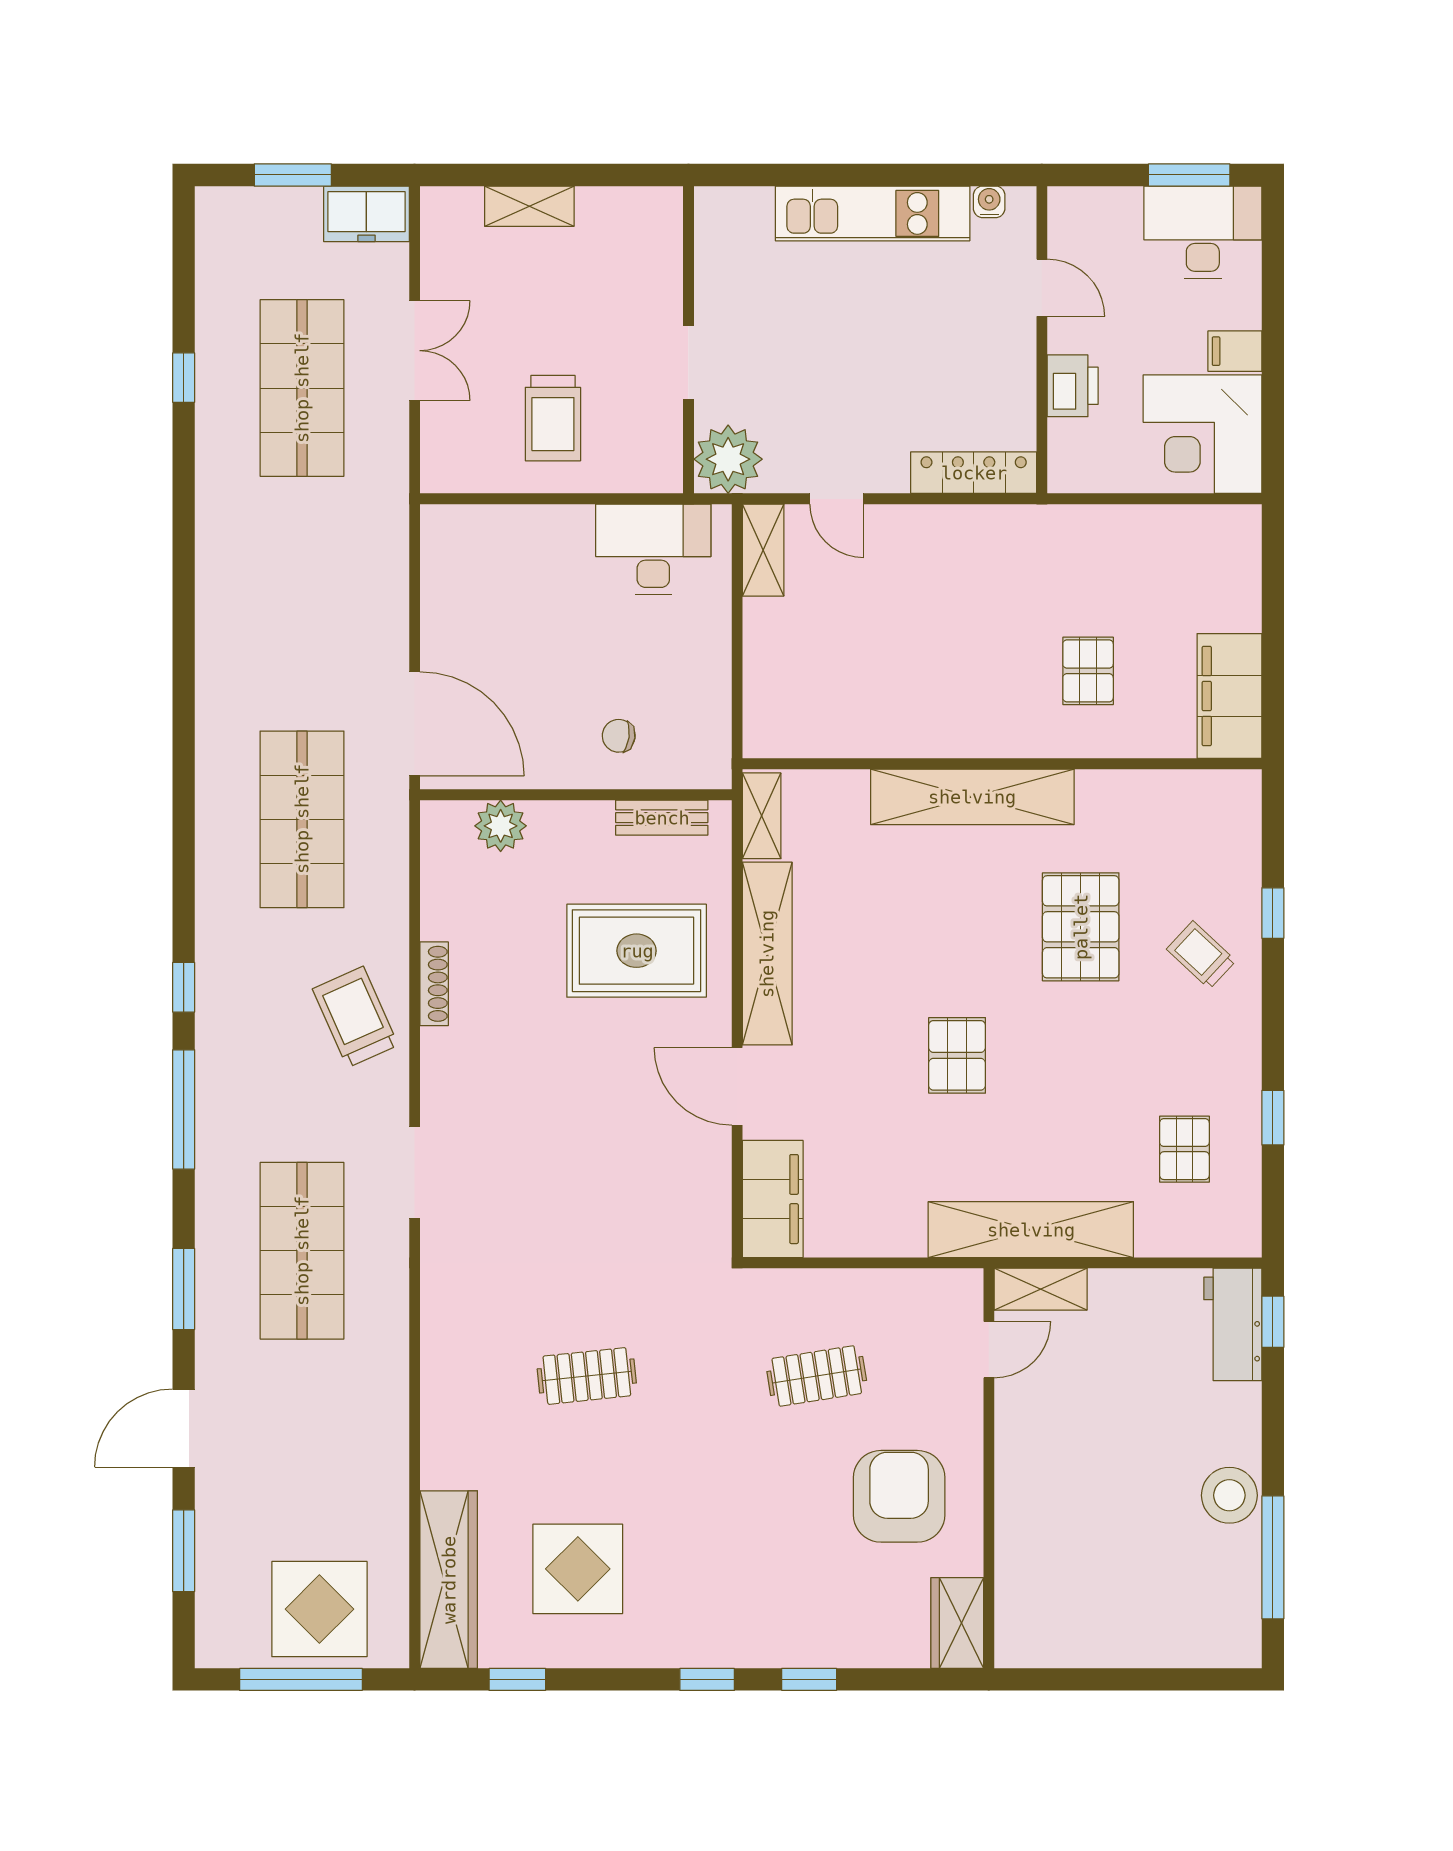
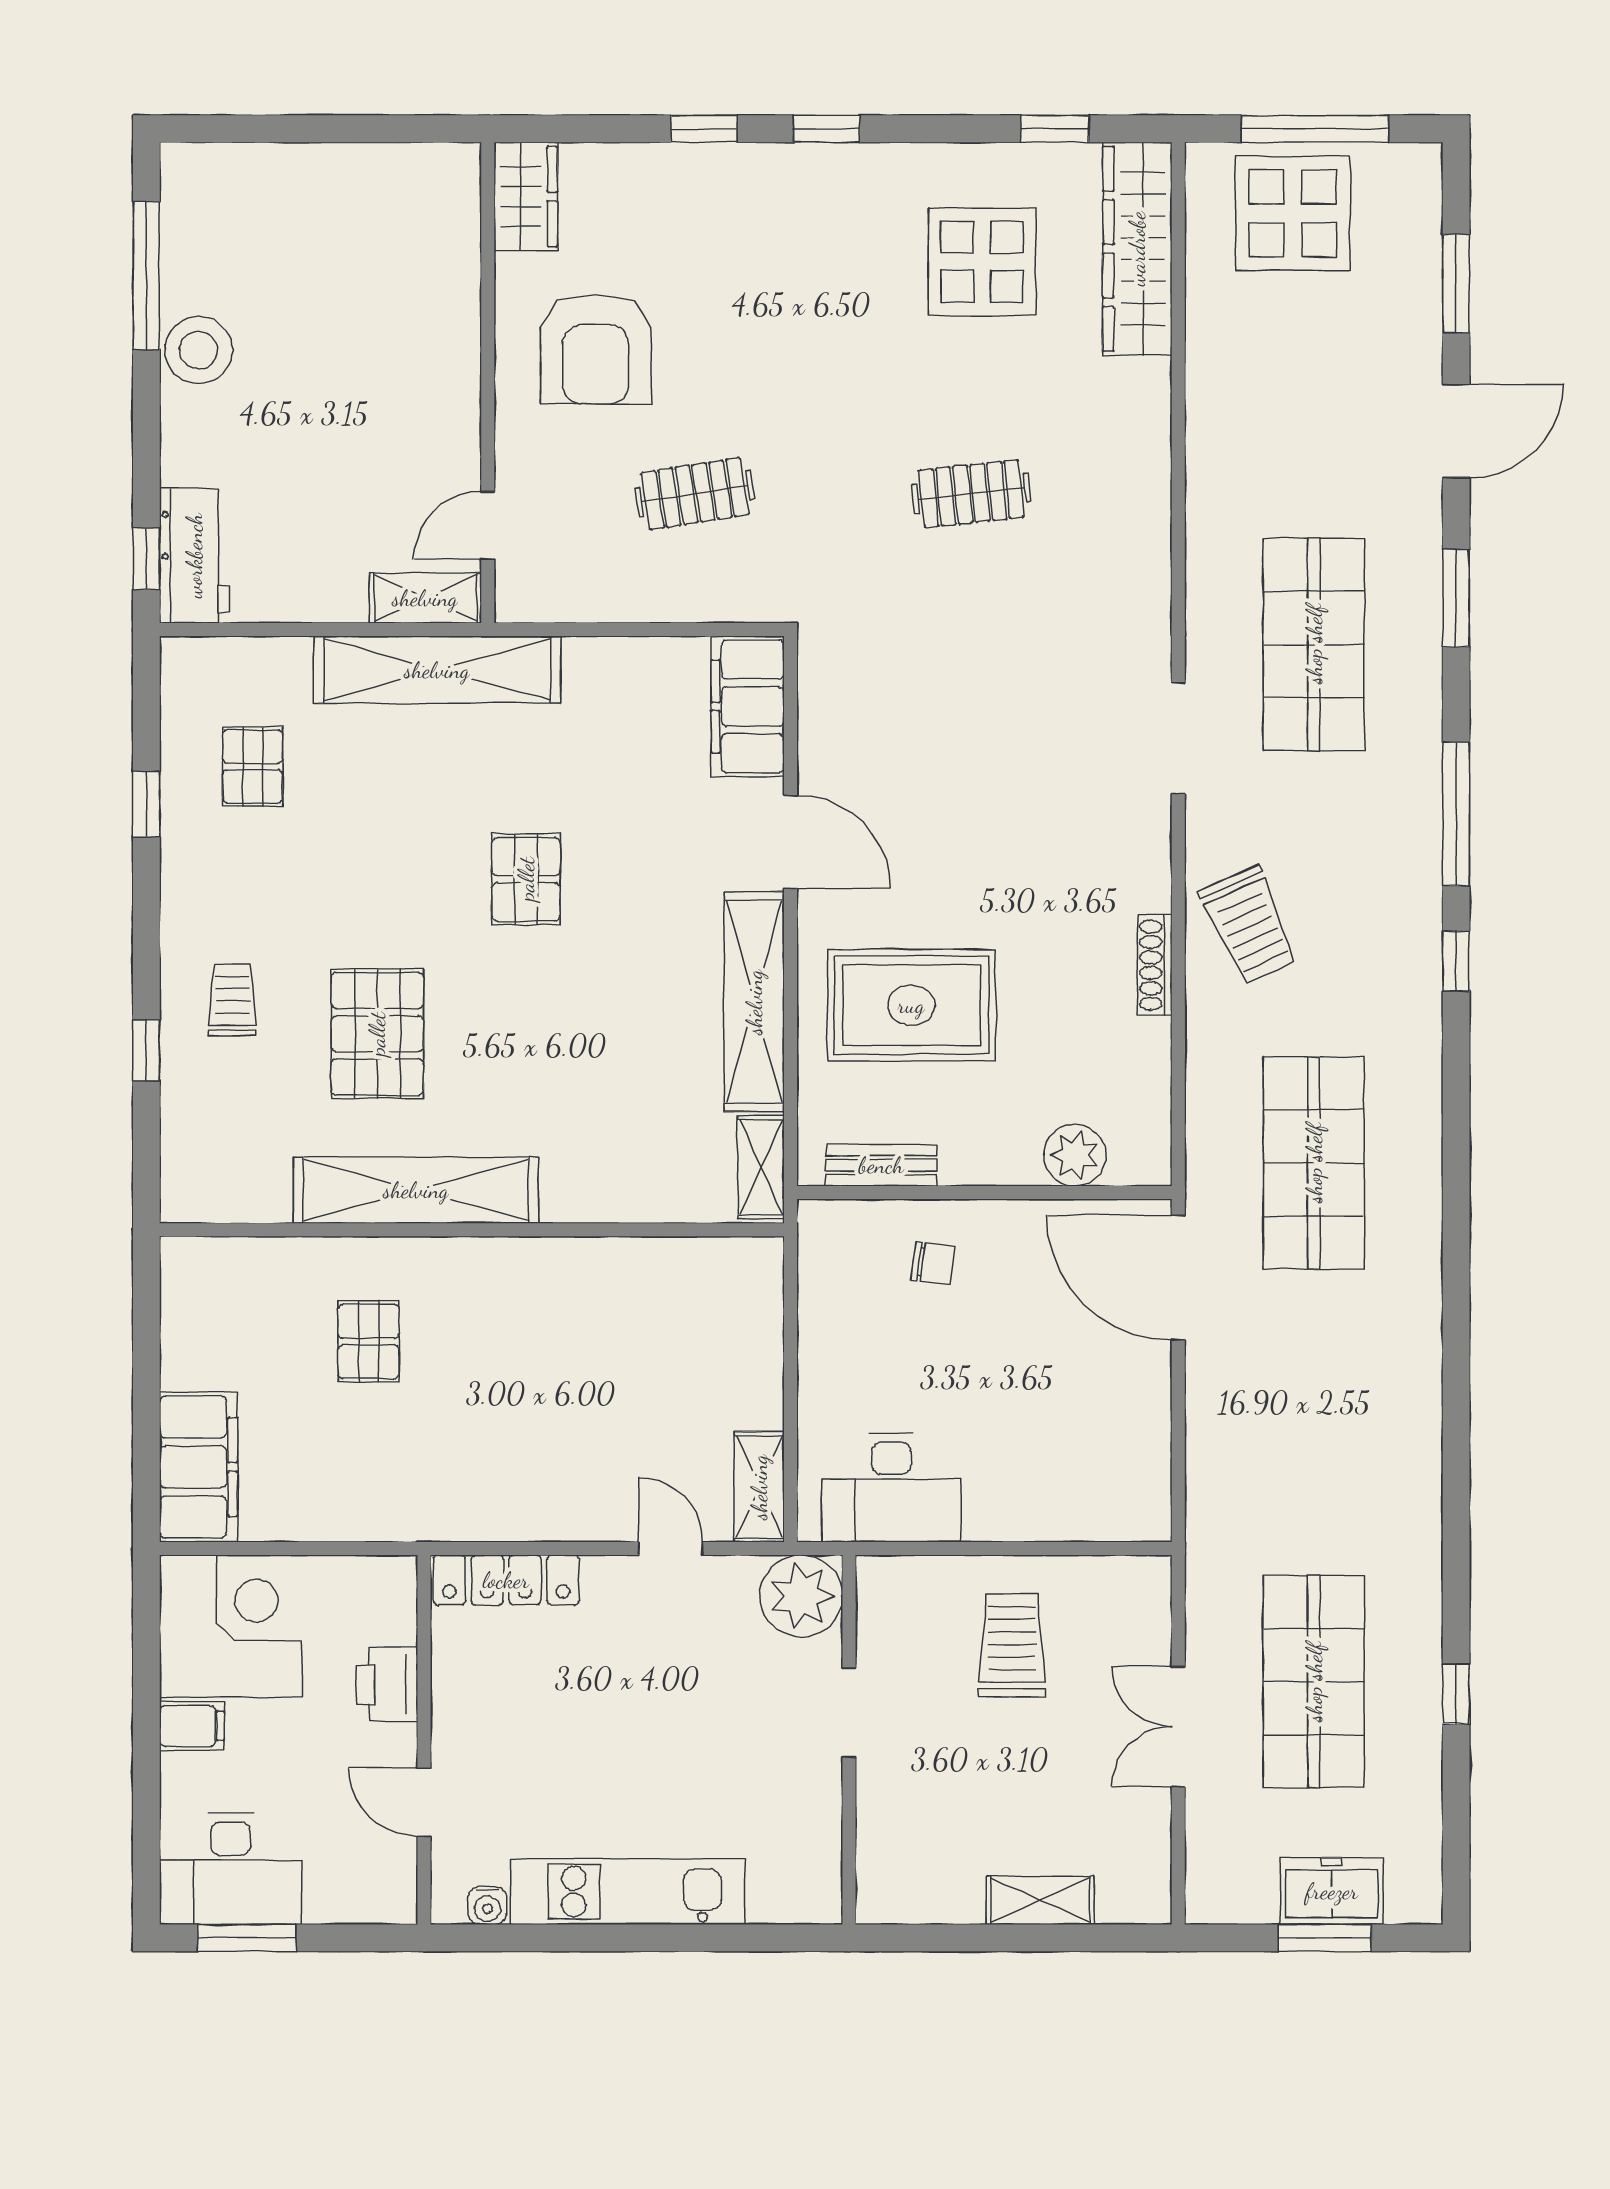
freezer: (366, 214) -> (1332, 1891), moved
filing cabinet: (1229, 696) -> (199, 1467), moved
shelving: (972, 797) -> (416, 1190), moved
trolley: (1201, 955) -> (232, 1000), turned -133

